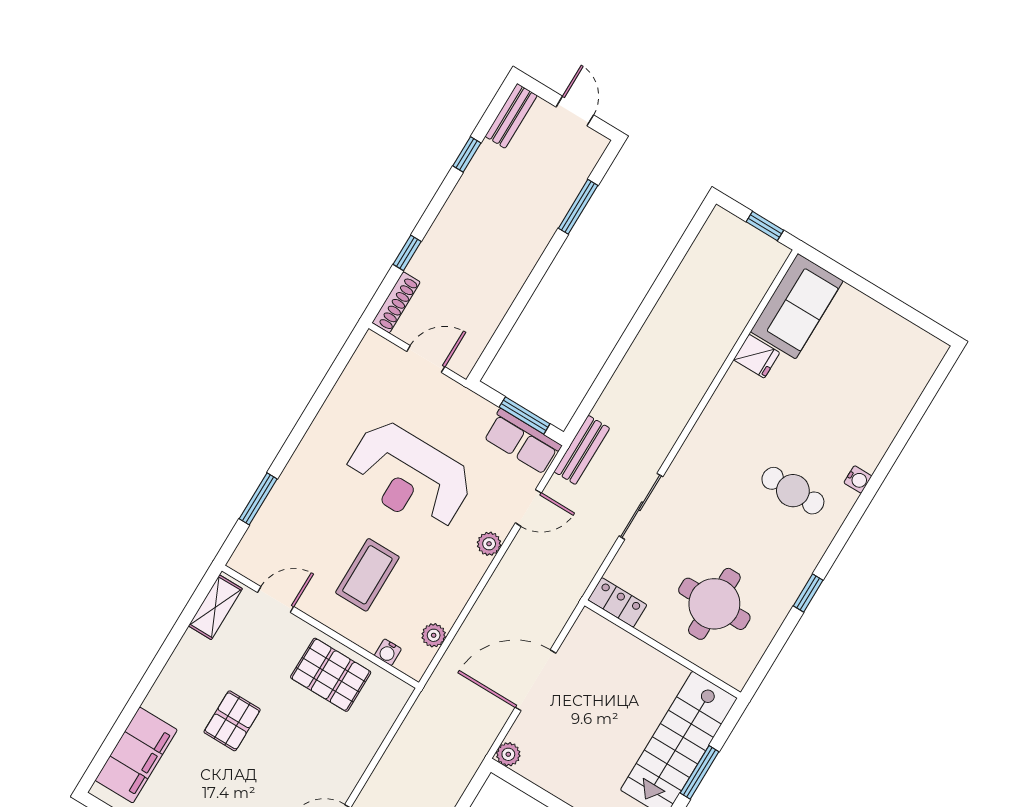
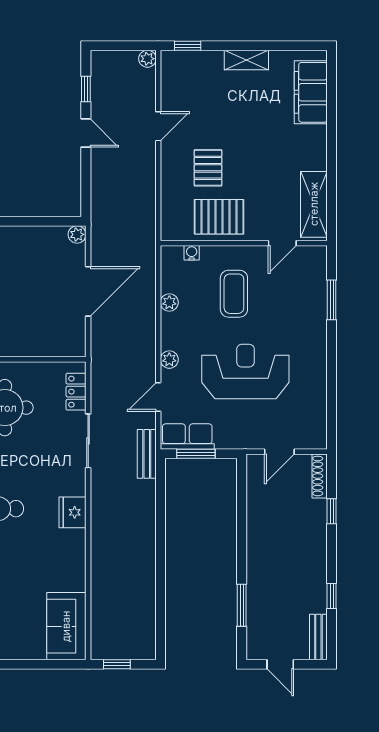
fridge: (757, 356) -> (73, 512), moved, width x1.38
locker: (617, 602) -> (76, 392), moved, turned 90
shelving: (215, 607) -> (314, 204), width x1.50, depth x1.33
plant: (434, 635) -> (169, 302), moved
pallet: (232, 721) -> (208, 168), moved

